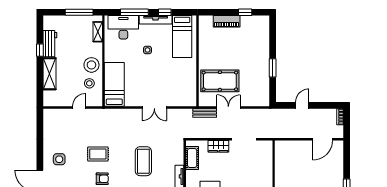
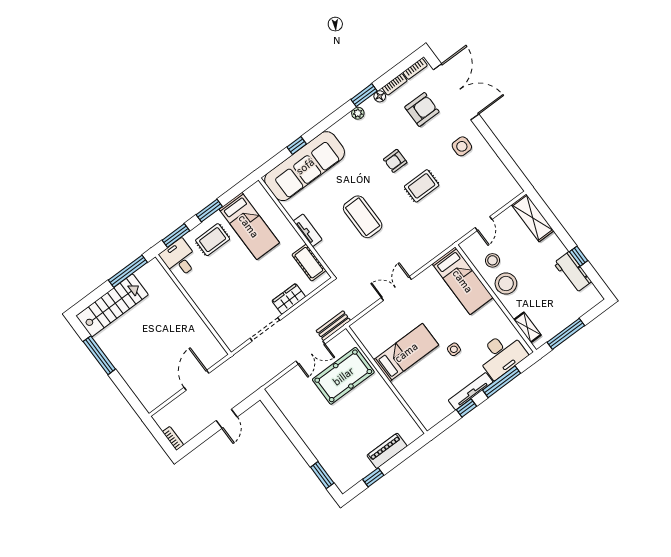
bed: (182, 37) -> (406, 352), moved, turned 90
window: (273, 68) -> (322, 475), moved
shelving: (49, 74) -> (533, 218), moved
door: (323, 139) -> (197, 380), moved

